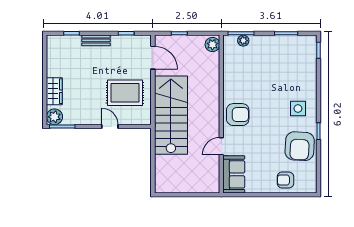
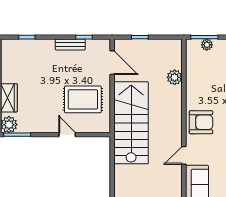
bench: (96, 40) -> (70, 45), moved
plant: (212, 44) -> (175, 77), moved

